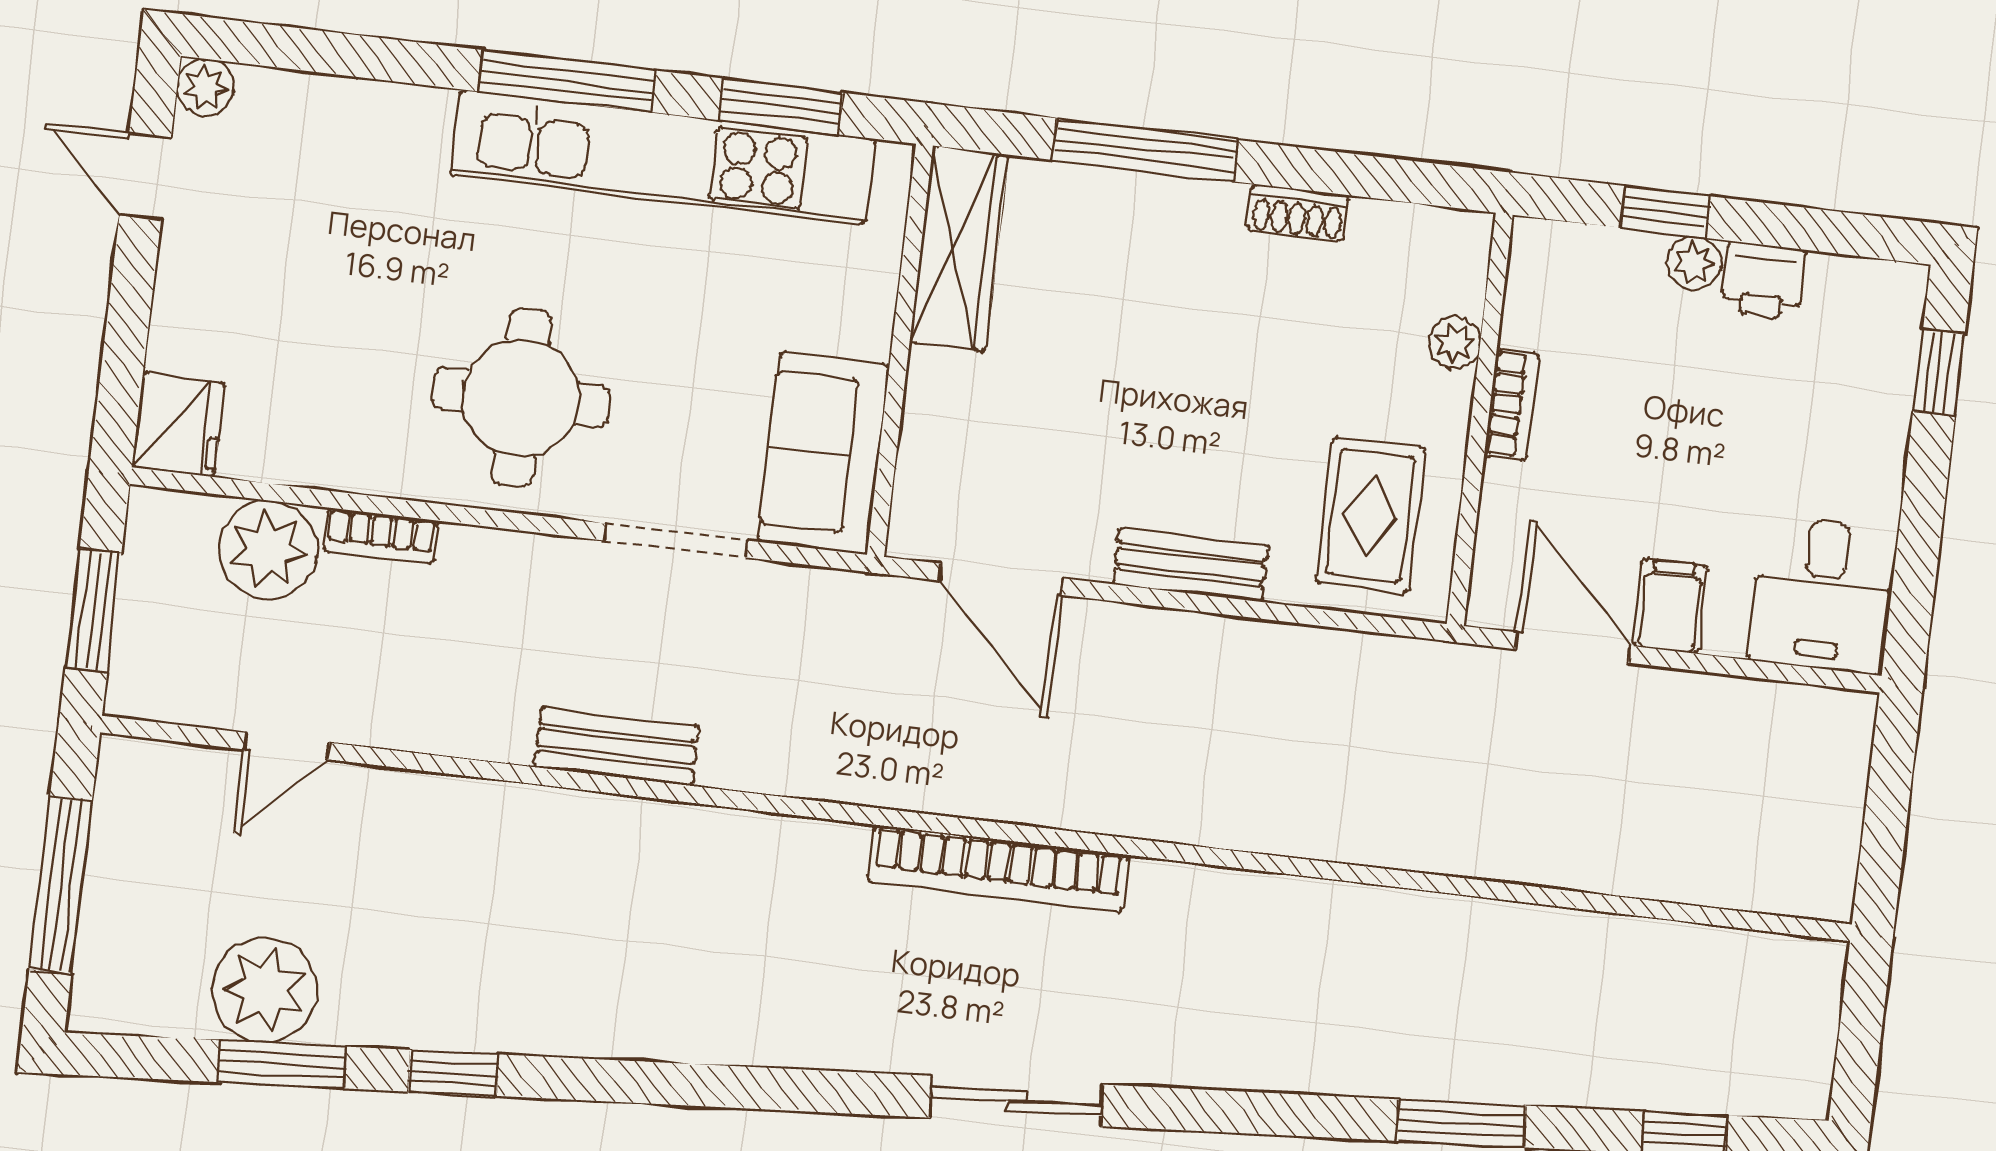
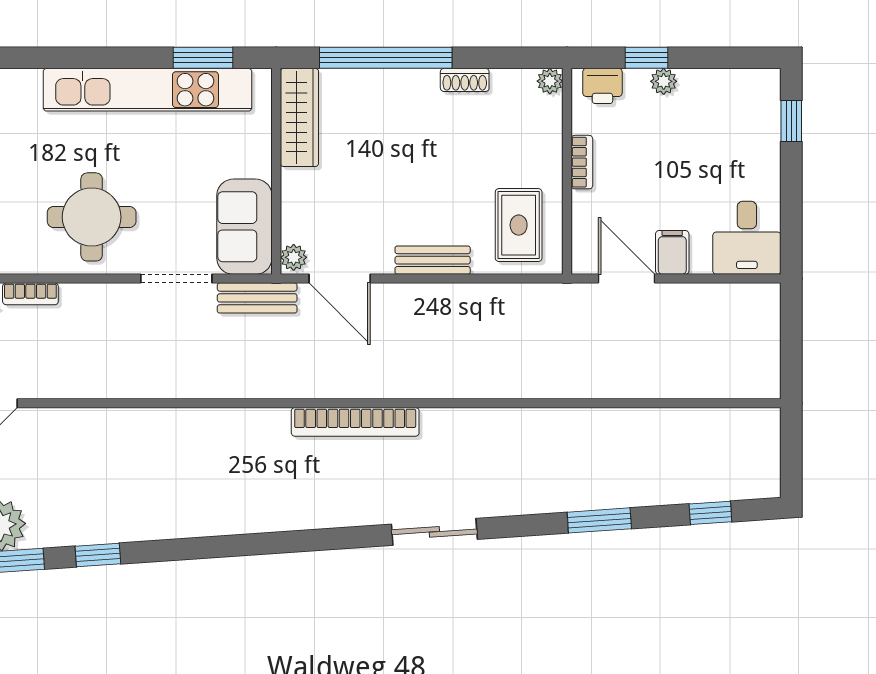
window: (567, 81) -> (96, 58), removed
window: (1145, 150) -> (386, 58), width x1.46
printer: (1764, 281) -> (602, 86), moved
plant: (1454, 343) -> (550, 81), moved
plant: (914, 526) -> (294, 257), added
bench: (617, 746) -> (257, 298), moved
sliding door: (1017, 1101) -> (434, 532), moved

